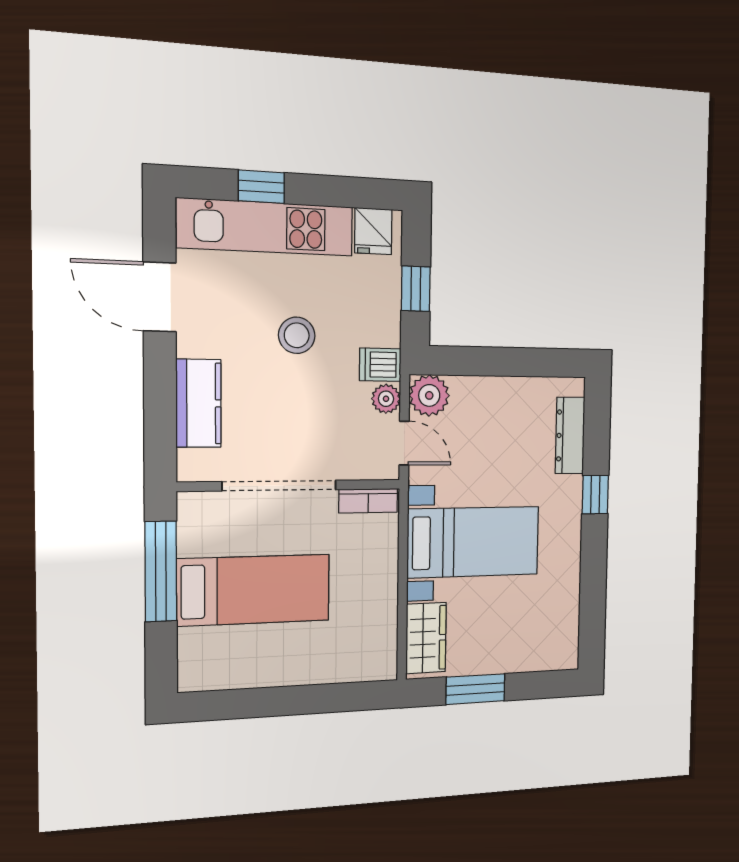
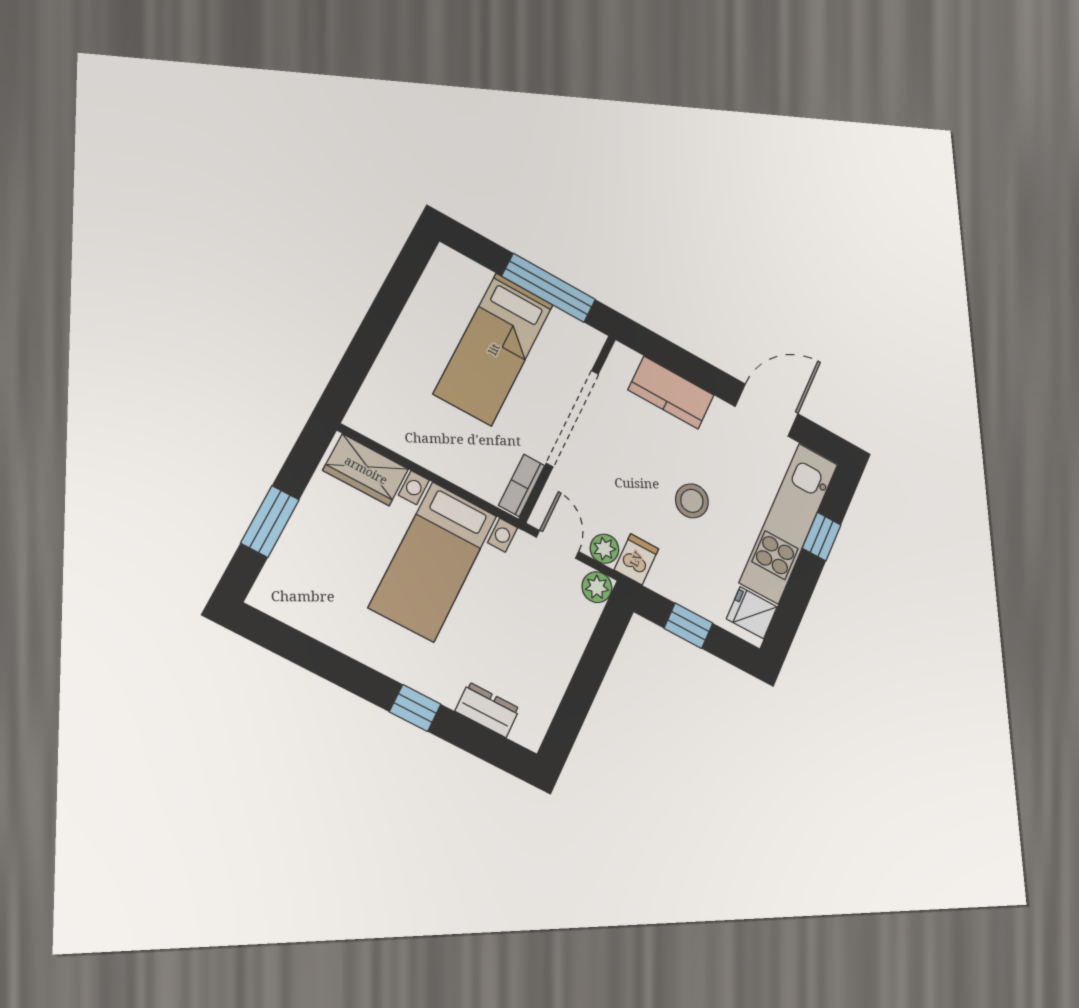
plant: (429, 395) -> (597, 587), width x0.73, depth x0.73
dresser: (570, 435) -> (487, 710), width x0.70
door: (404, 443) -> (558, 544), swing flipped
window: (475, 689) -> (270, 521), moved

